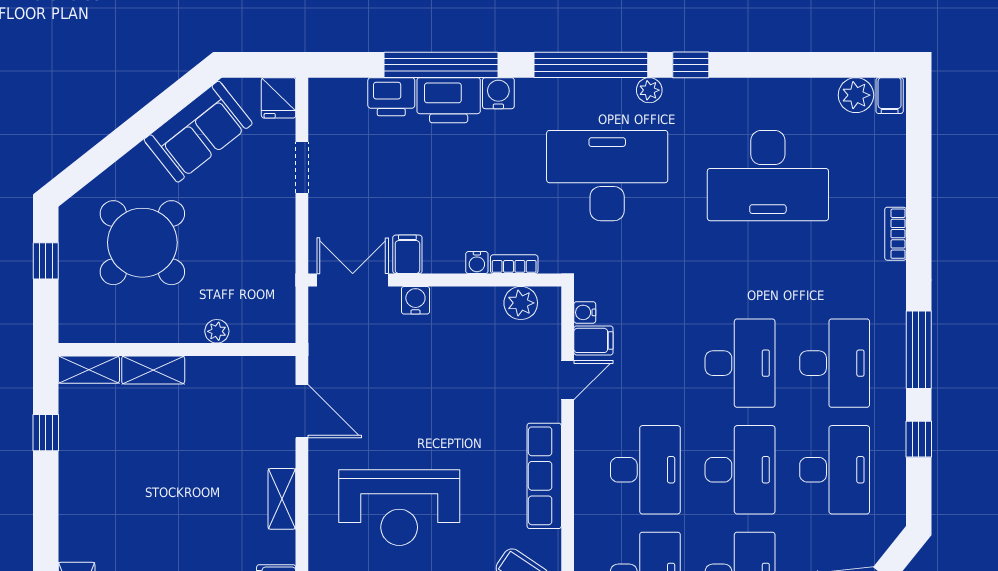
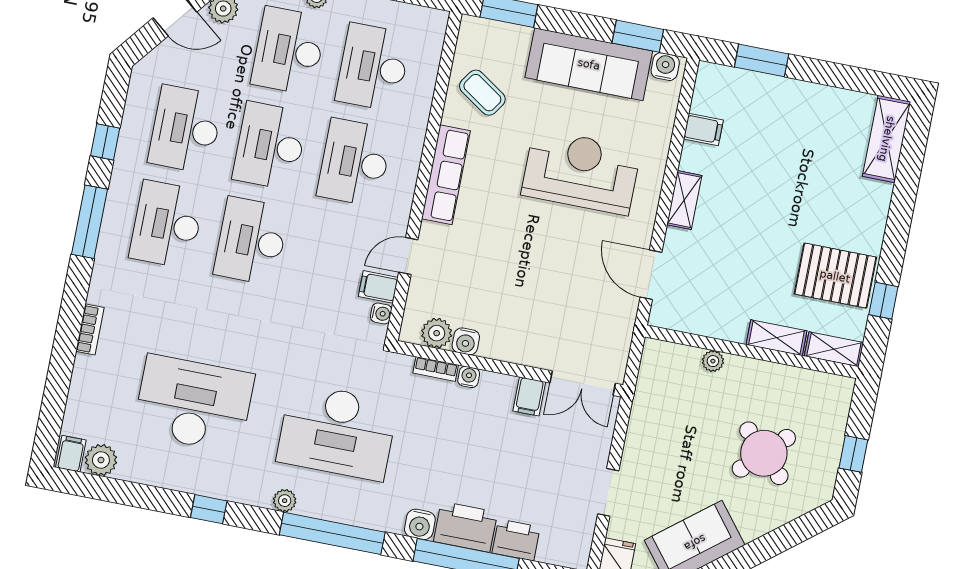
window: (691, 65) -> (209, 509), moved
round table: (142, 243) -> (764, 453), width x0.73, depth x0.73
water cooler: (415, 300) -> (466, 341), moved
pallet: (103, 449) -> (835, 276), added

